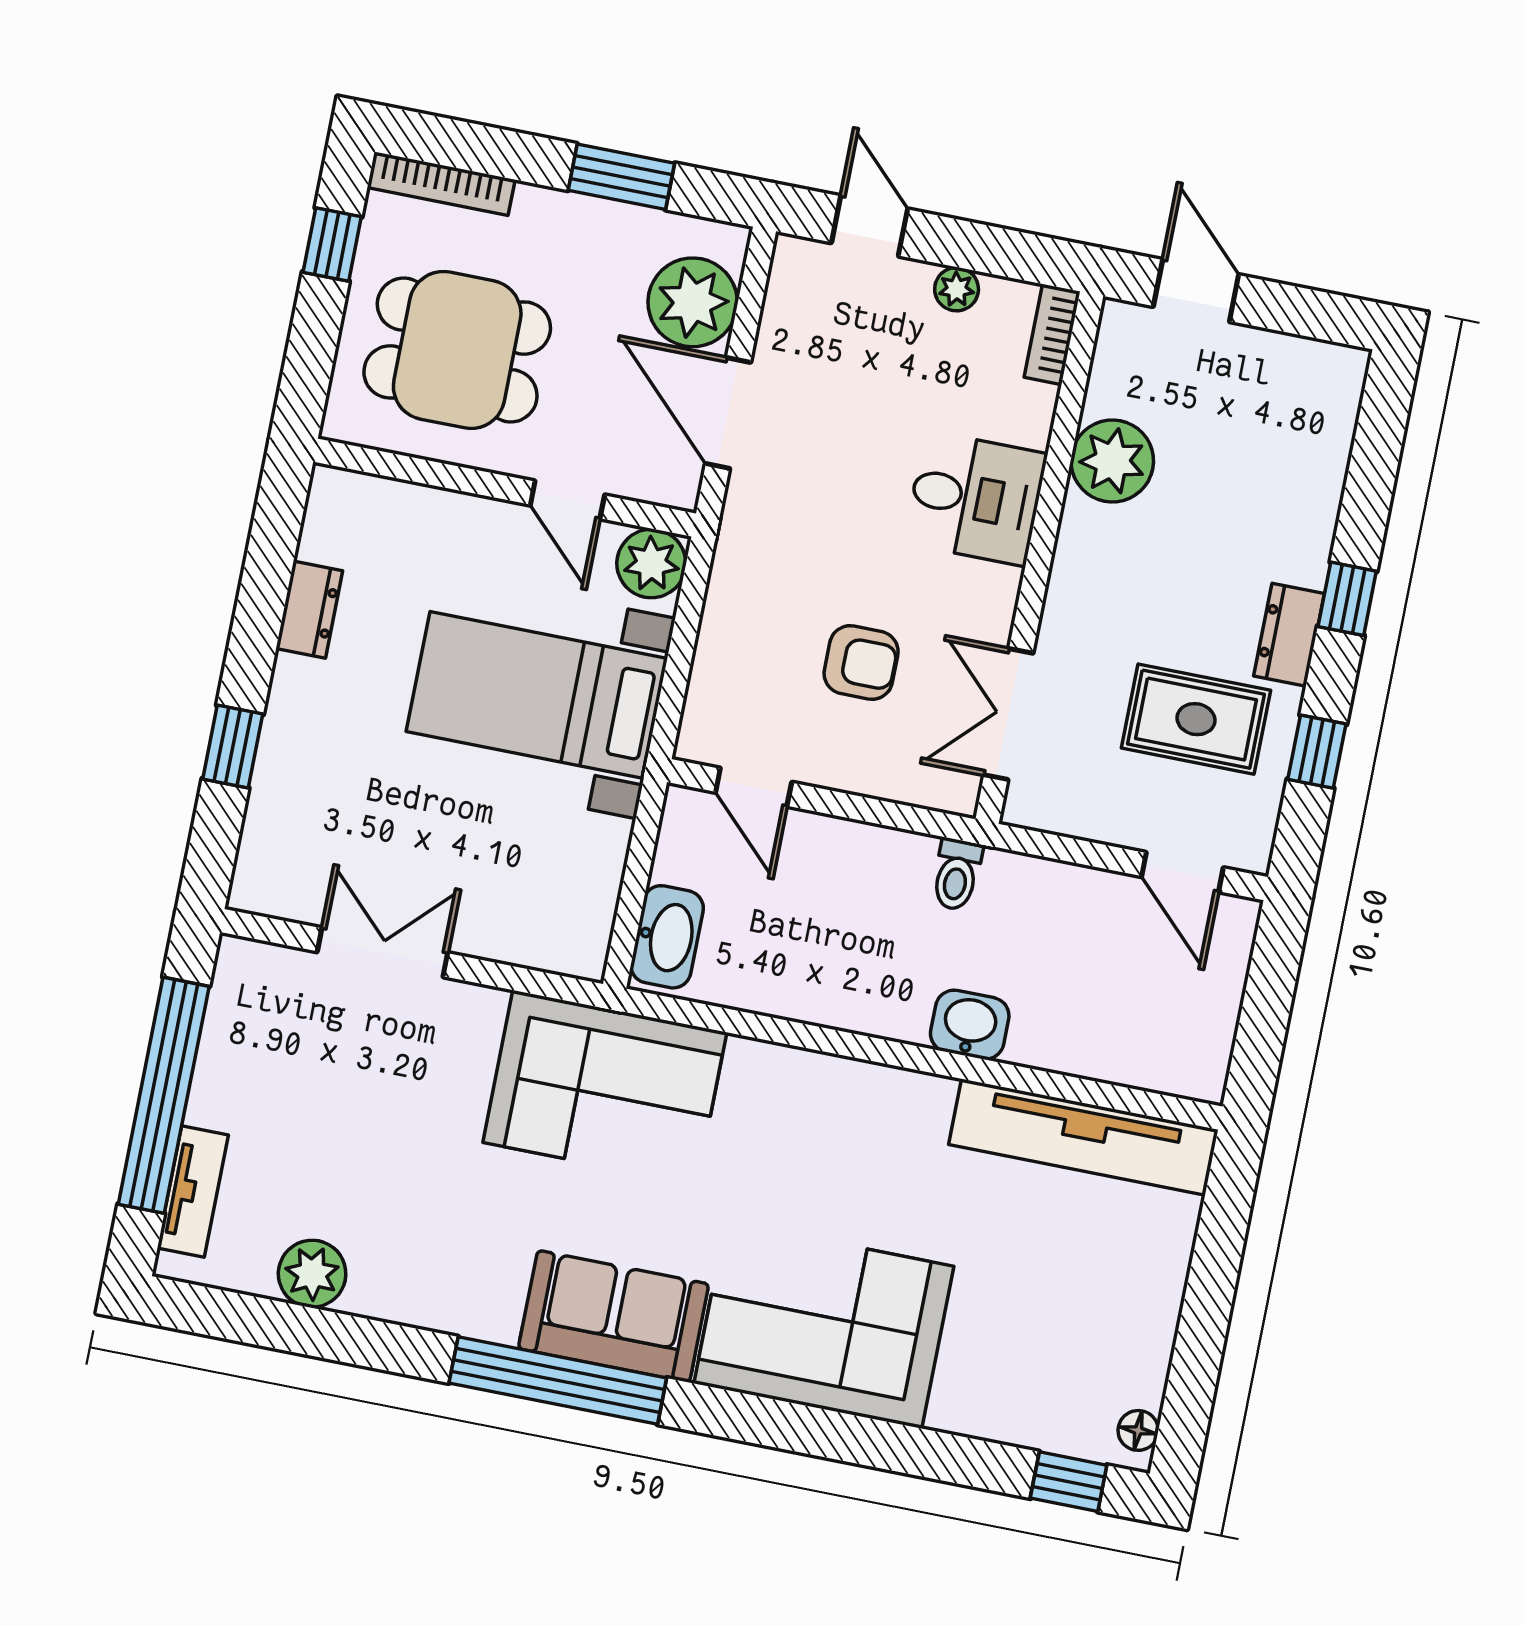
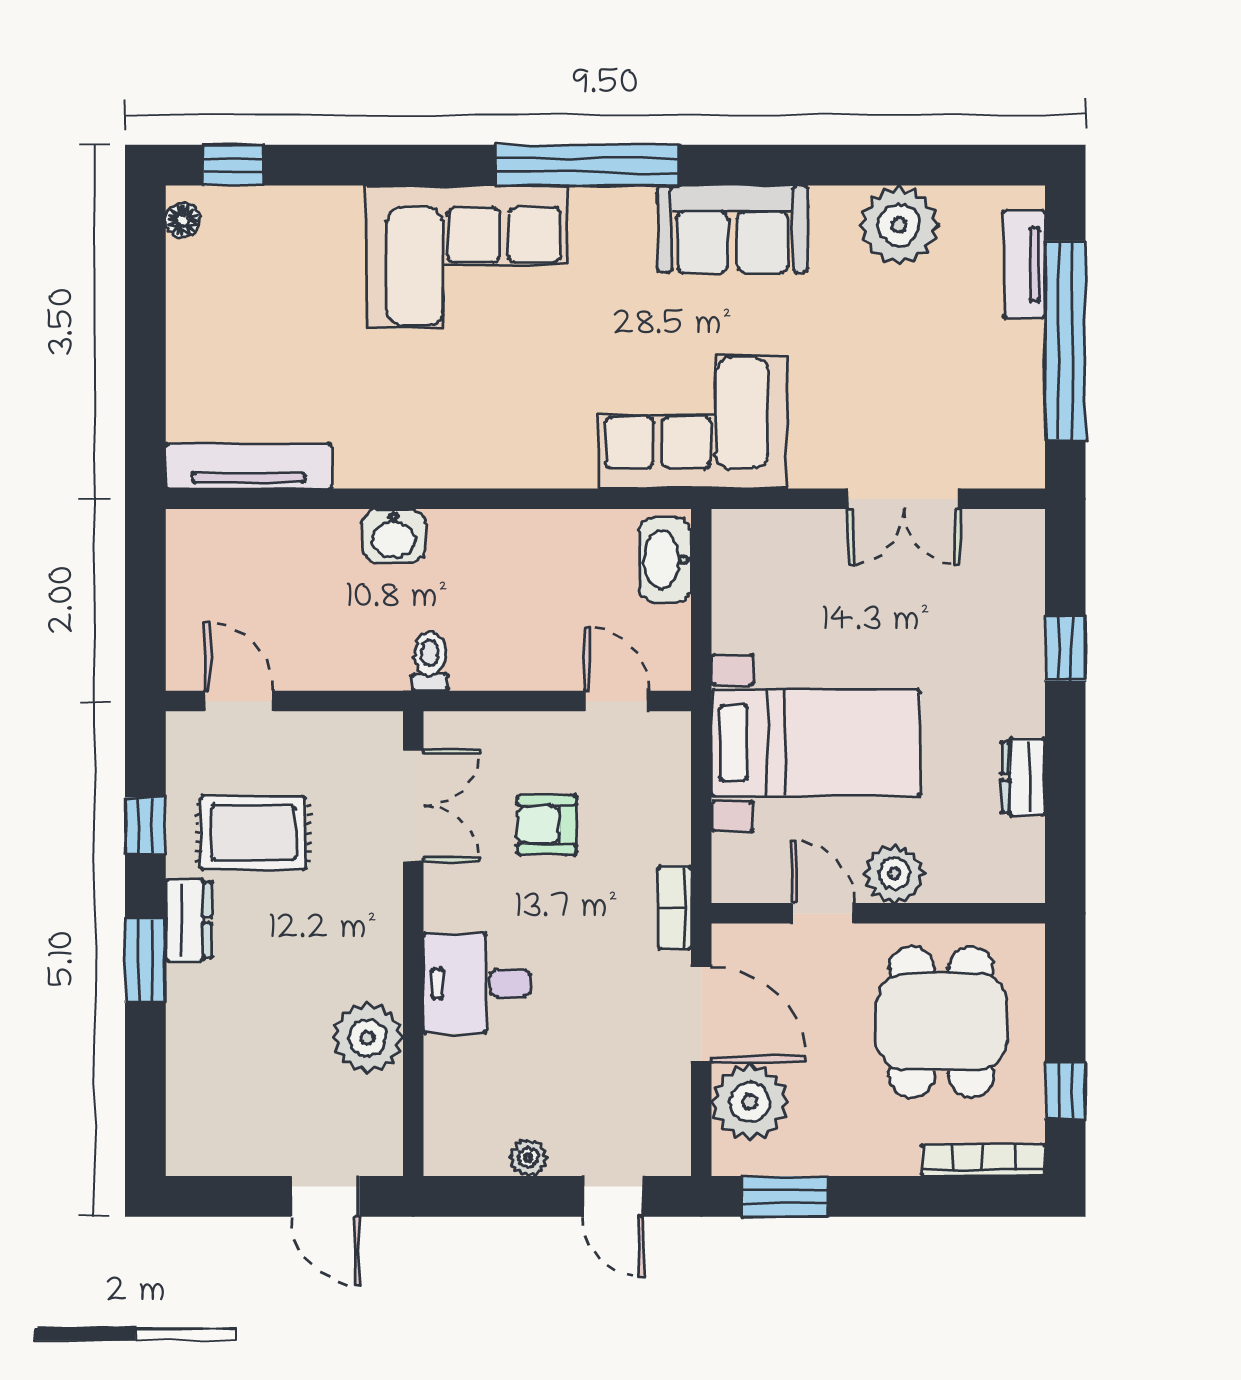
window: (621, 177) -> (785, 1196), moved
bookcase: (1052, 334) -> (675, 908), moved, turned 180
dining table: (457, 350) -> (942, 1022), turned 90
plant: (651, 564) -> (894, 874), moved
window: (1347, 599) -> (145, 960), width x1.50
tv unit: (1083, 1137) -> (249, 466), width x0.73, depth x0.78
plant: (312, 1274) -> (899, 225), width x1.36, depth x1.36
sofa: (614, 1316) -> (732, 229), moved
window: (558, 1380) -> (587, 165), moved

